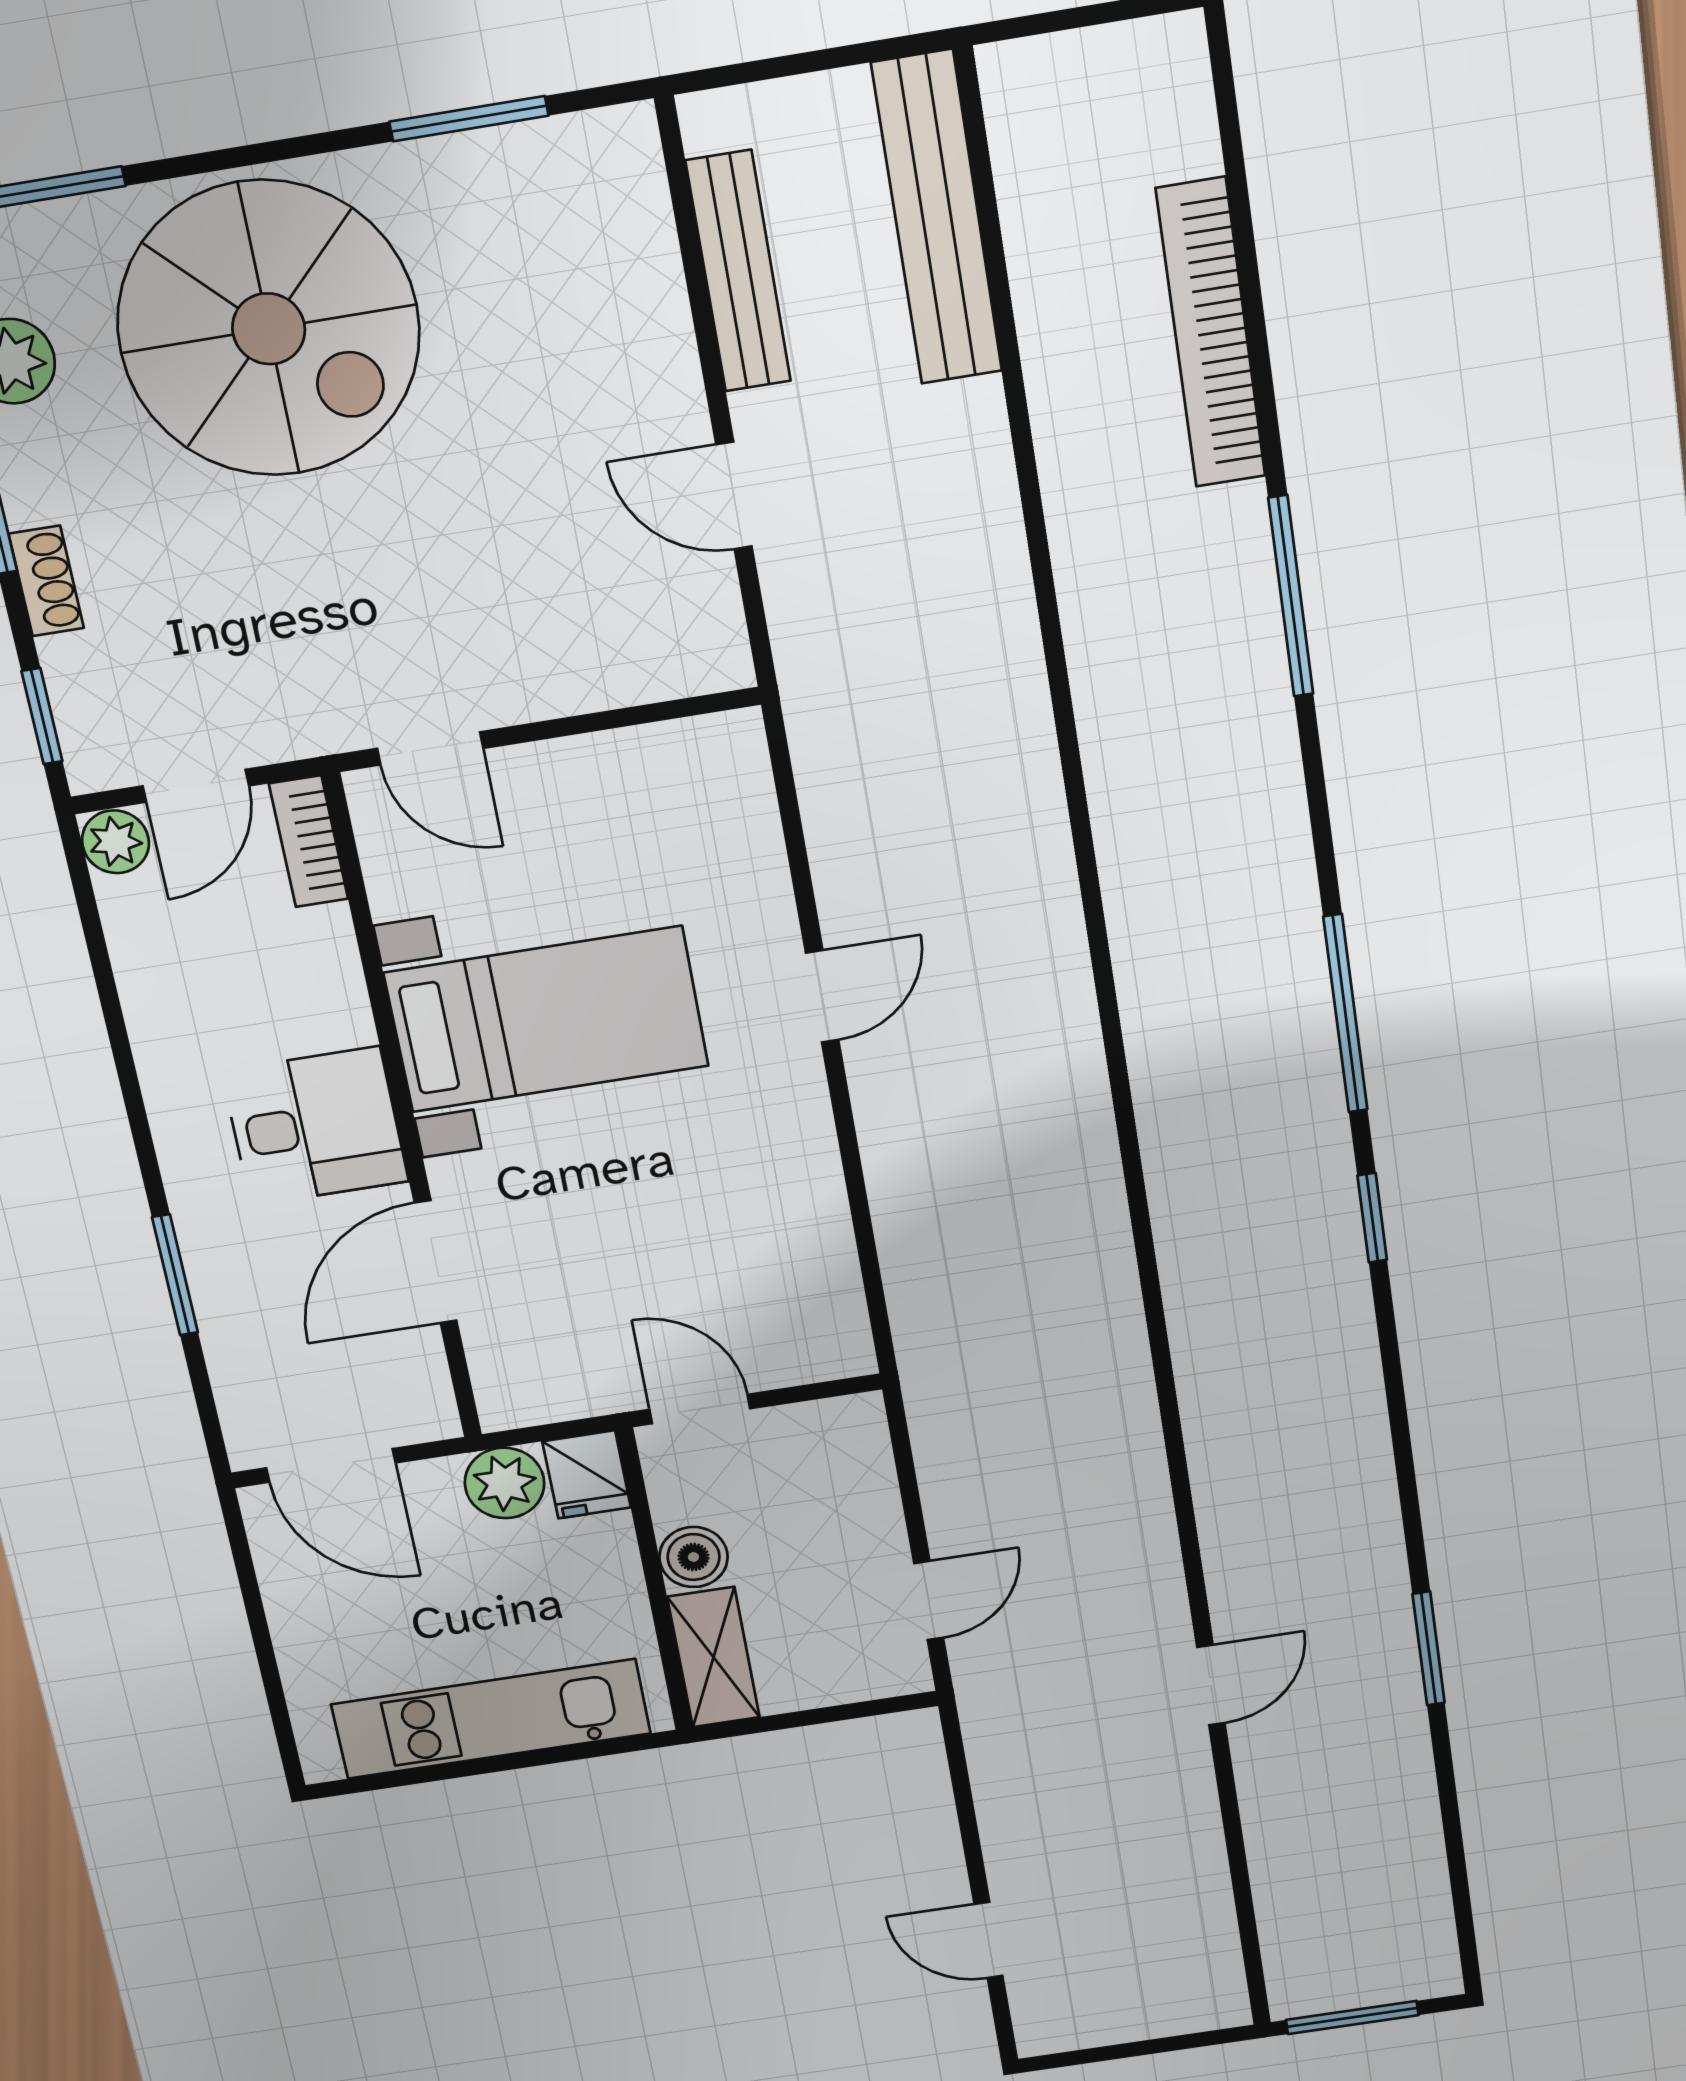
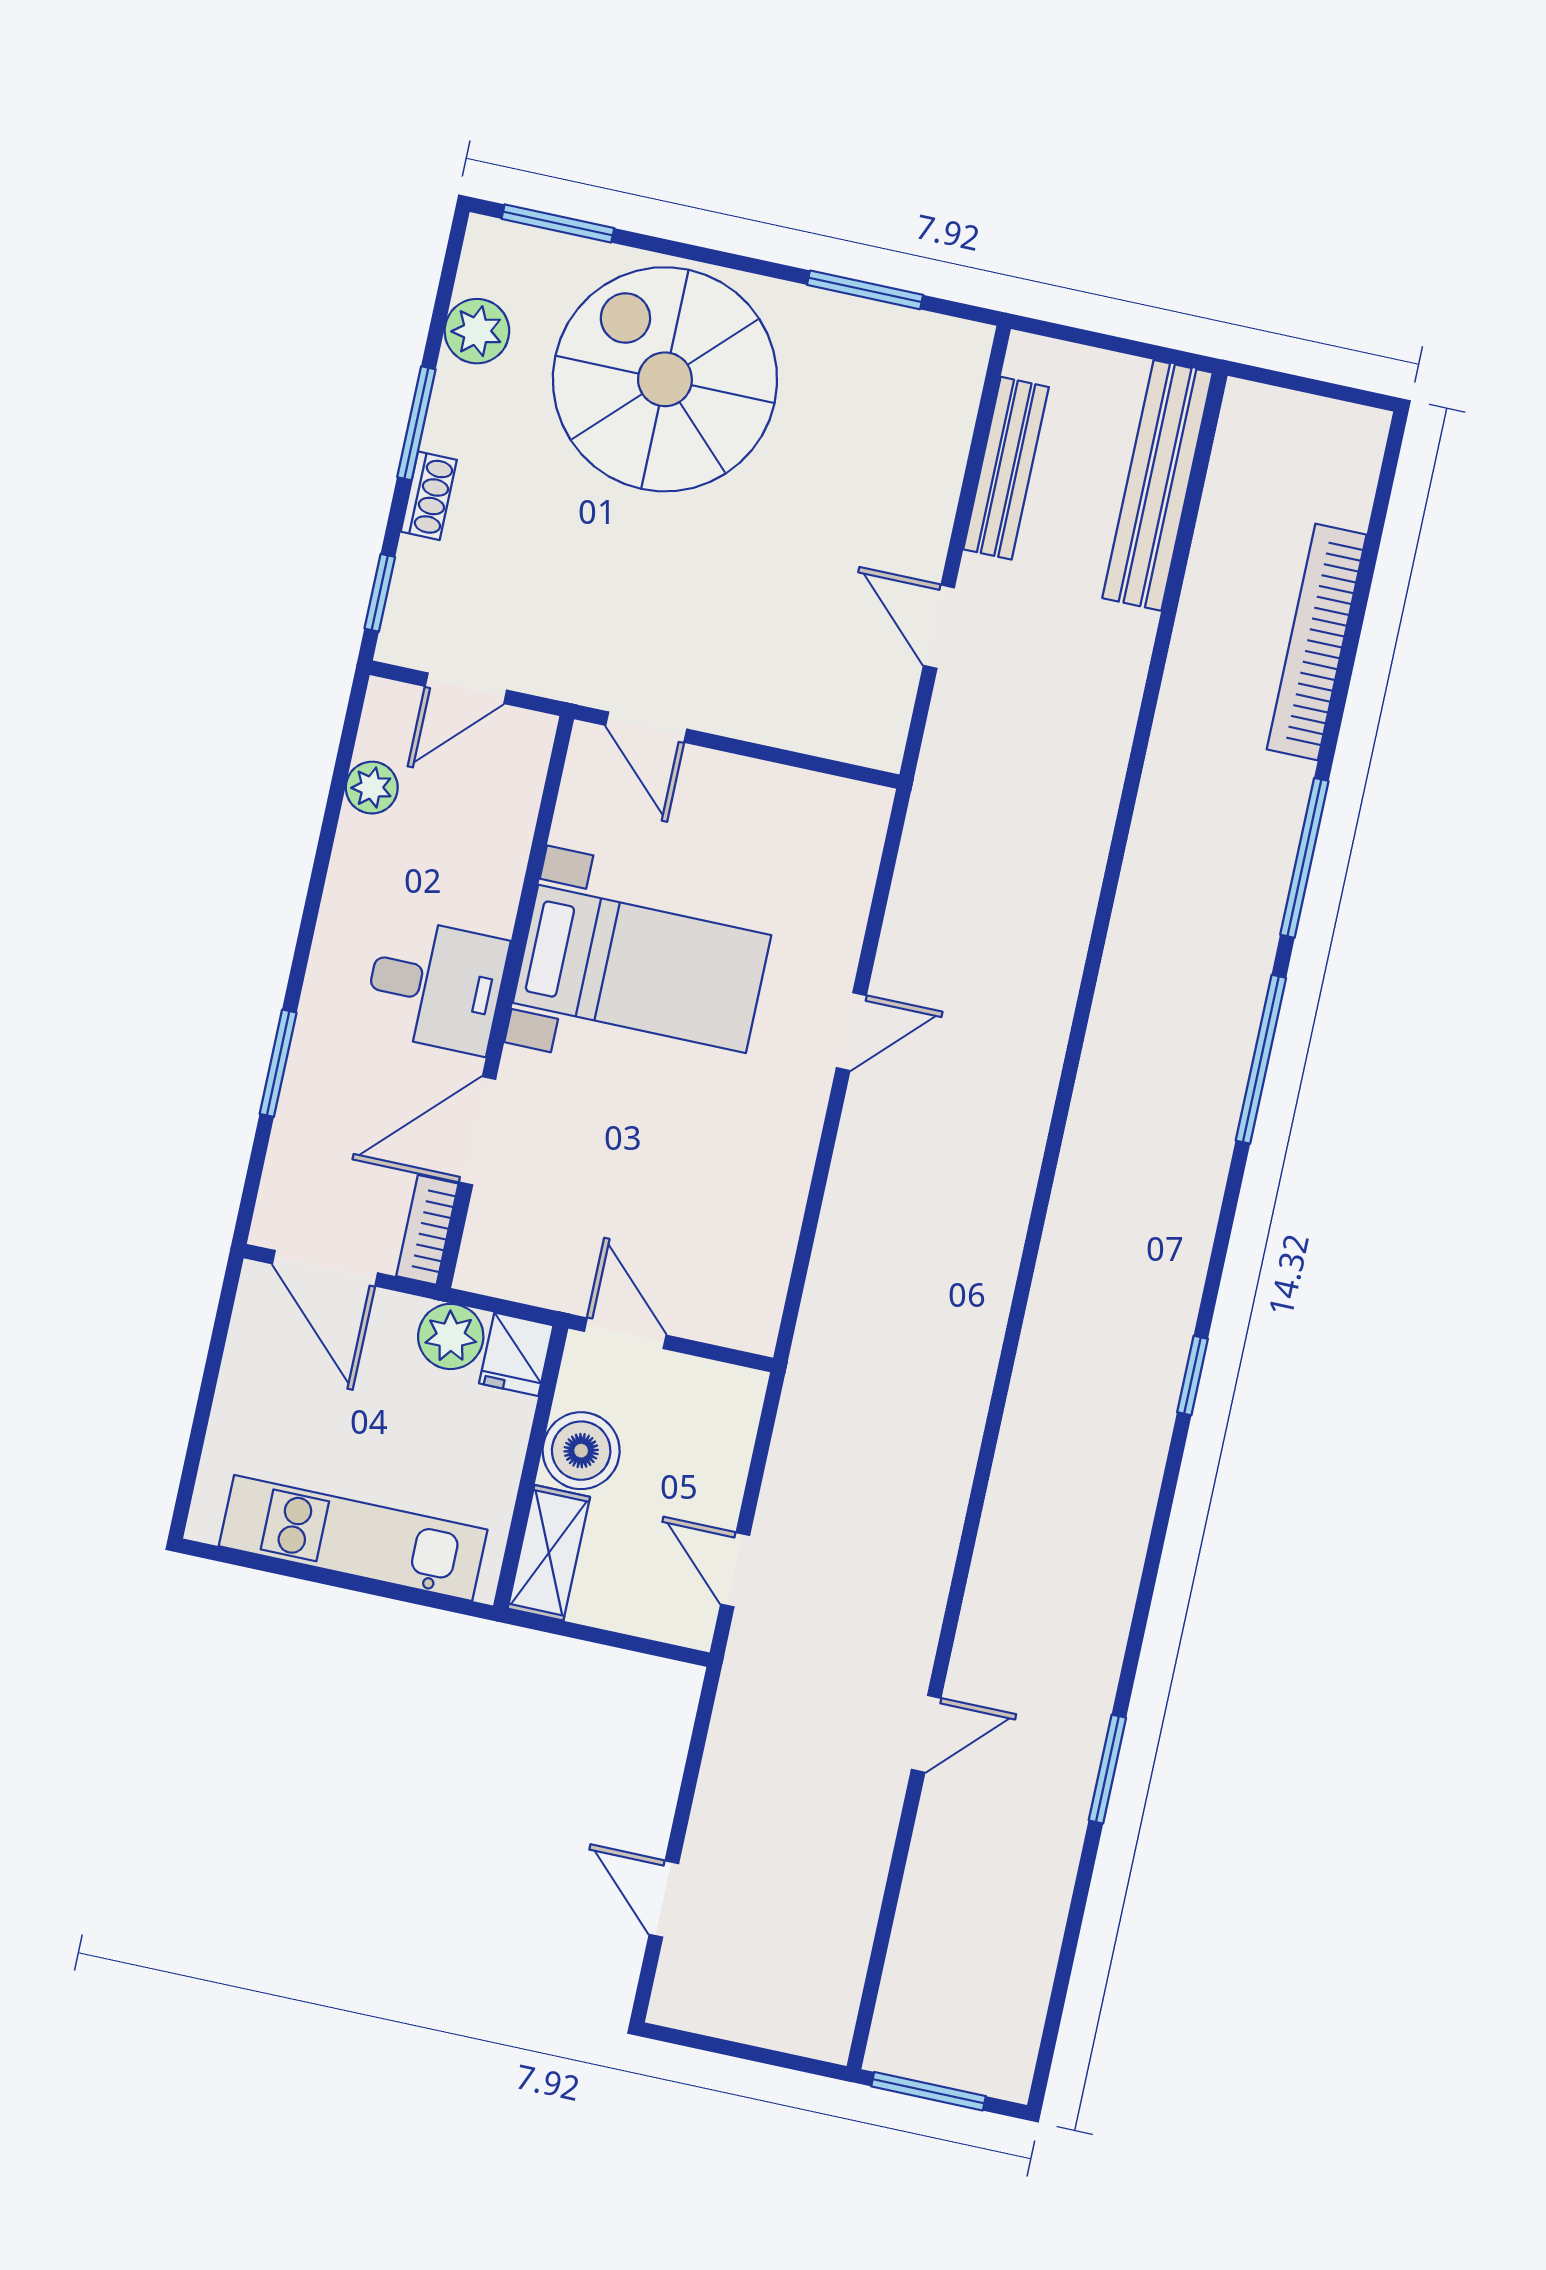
spiral stairs: (269, 329) -> (665, 379), turned 180
bookcase: (309, 841) -> (427, 1230), moved
plant: (115, 842) -> (372, 788), moved
window: (1345, 1014) -> (1261, 1059), moved
boiler: (694, 1557) -> (581, 1451), width x1.36, depth x1.36
door: (929, 1601) -> (735, 1570), swing flipped

